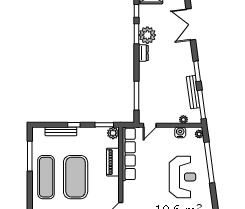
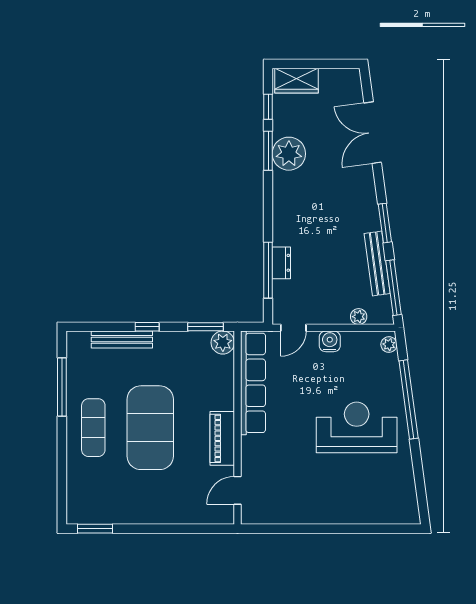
dresser: (143, 53) -> (281, 263), moved
water cooler: (180, 132) -> (330, 341), moved
piano: (113, 162) -> (222, 438), moved
exercise mat: (46, 177) -> (93, 428), width x0.73, depth x0.69
reception desk: (182, 177) -> (357, 427), turned -90

